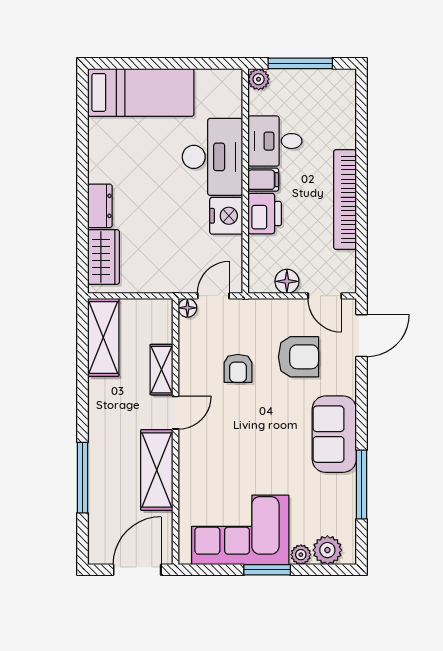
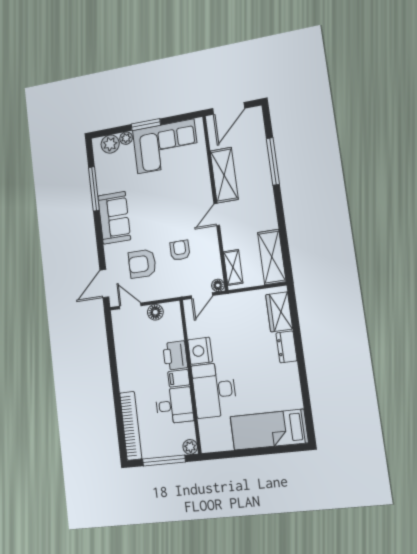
bookcase: (345, 200) -> (131, 426), moved
shelving: (162, 370) -> (233, 267), moved

